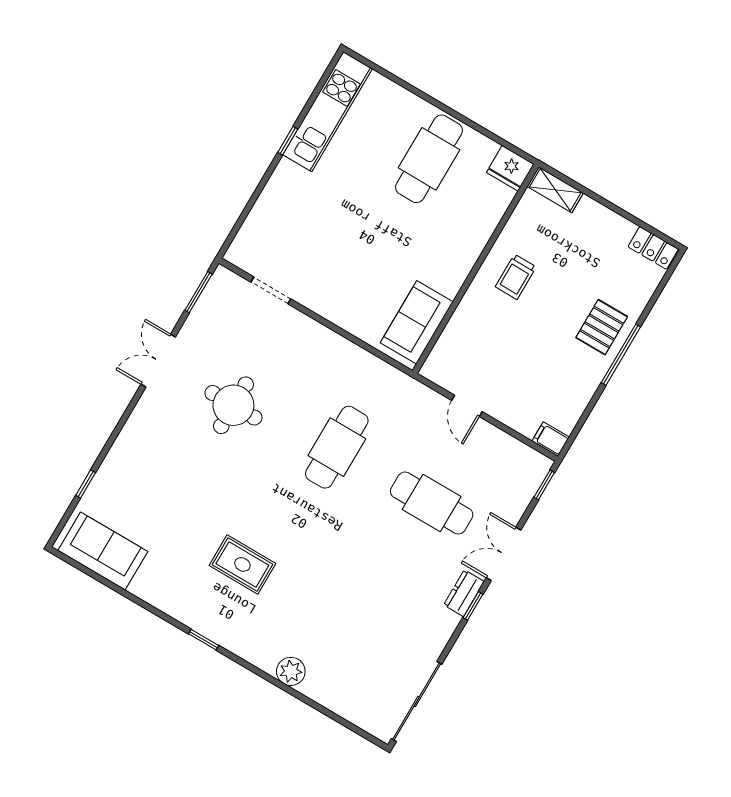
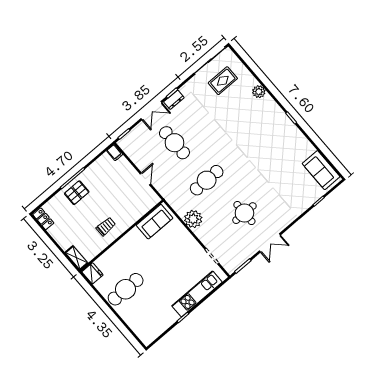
kitchen unit: (327, 112) -> (197, 294), moved
plant: (337, 356) -> (193, 219), added
rug: (242, 564) -> (223, 81), moved, turned 90

